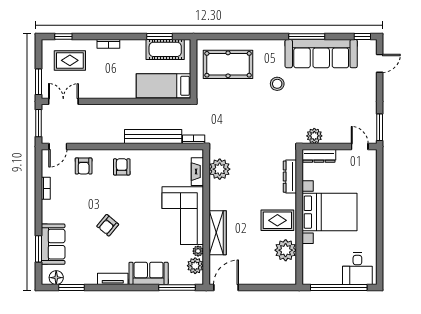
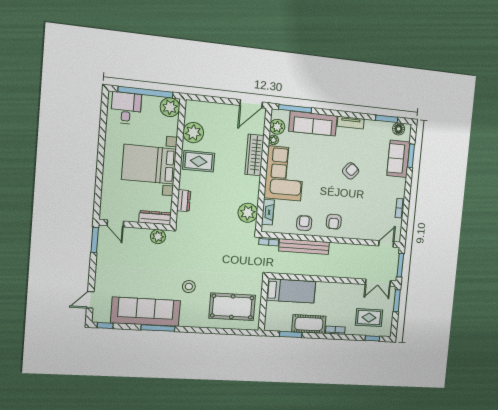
cot: (165, 49) -> (309, 324), moved
armchair: (84, 166) -> (304, 223), moved
dresser: (290, 177) -> (184, 201), width x0.70
sofa: (149, 273) -> (313, 124), width x1.36
plant: (312, 275) -> (170, 107), added

